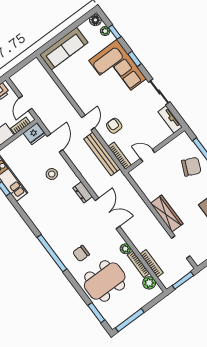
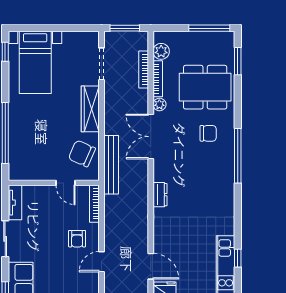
door: (55, 143) -> (151, 266), swing flipped
bench: (102, 154) -> (111, 165), moved
chair: (191, 167) -> (82, 153), moved
stool: (52, 174) -> (178, 237), removed
double door: (107, 213) -> (151, 137), moved

